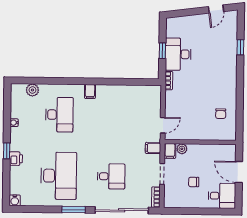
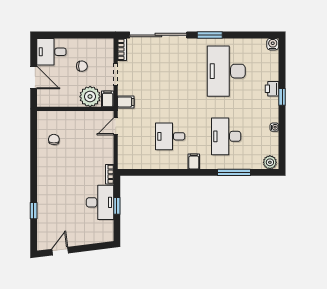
window: (52, 81) -> (234, 172), added
plant: (32, 90) -> (270, 162), moved
plant: (182, 149) -> (90, 97), width x1.88, depth x1.88
desk: (111, 176) -> (170, 136), moved

